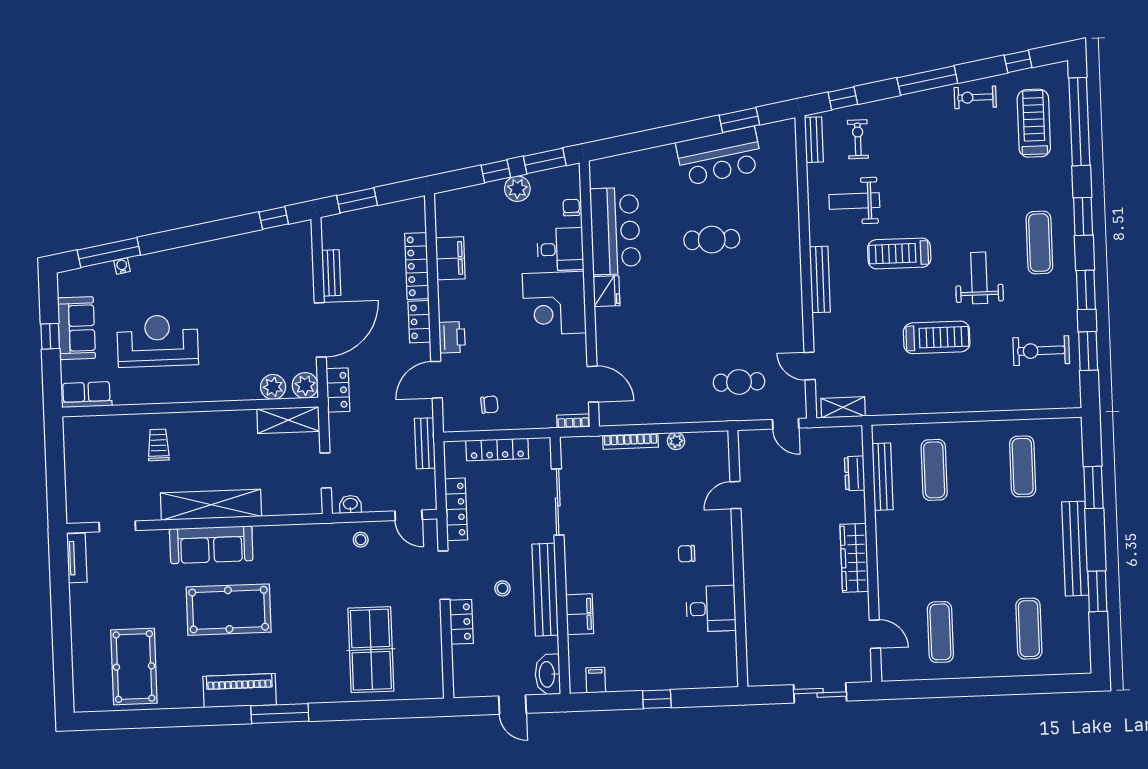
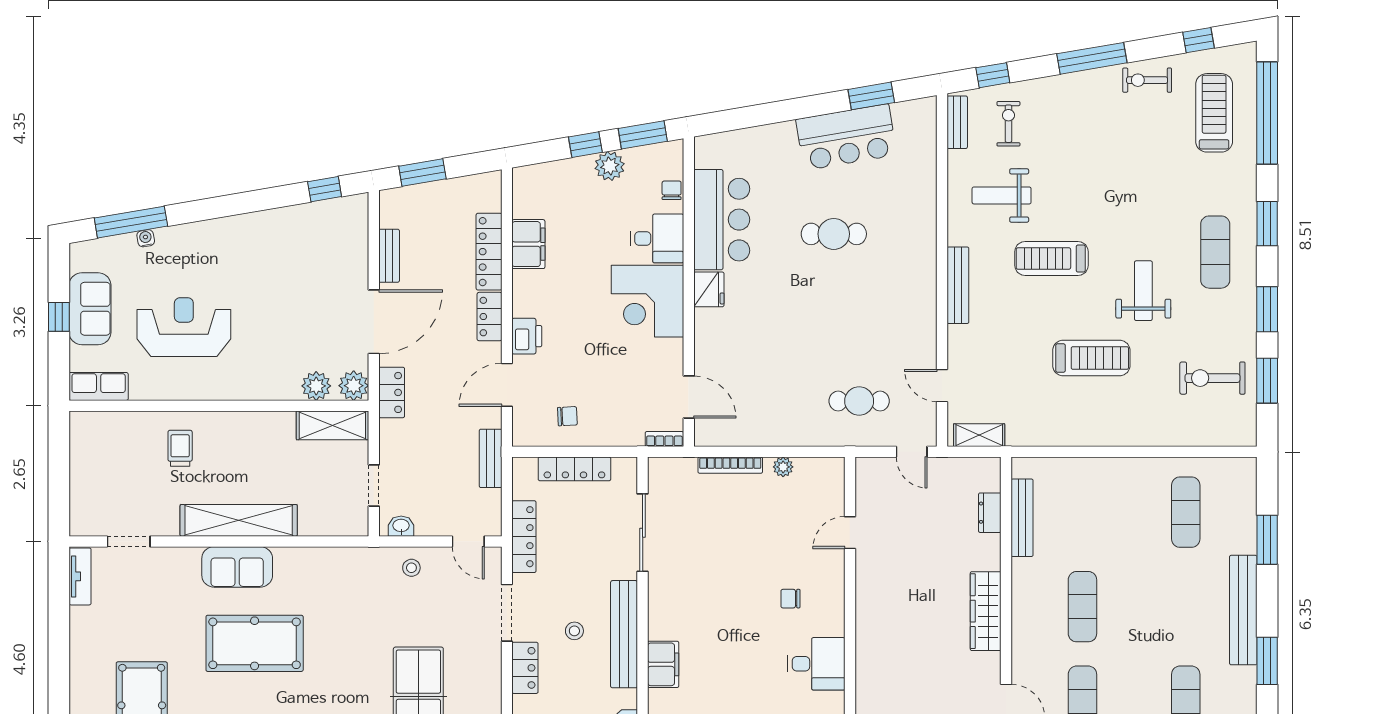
exercise mat: (934, 470) -> (1082, 607), moved
sofa: (211, 545) -> (237, 567), width x0.73

